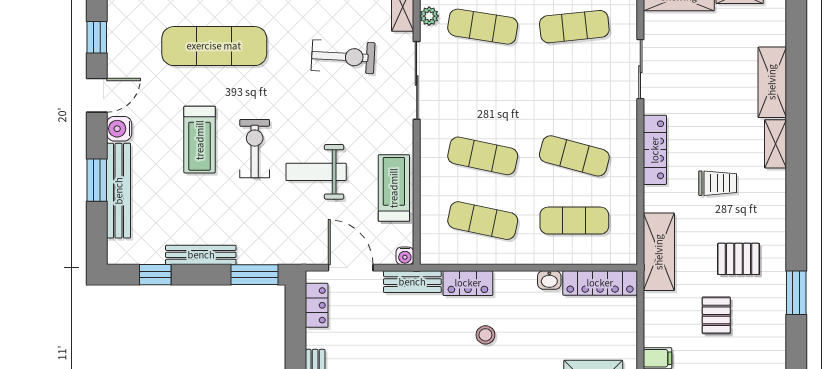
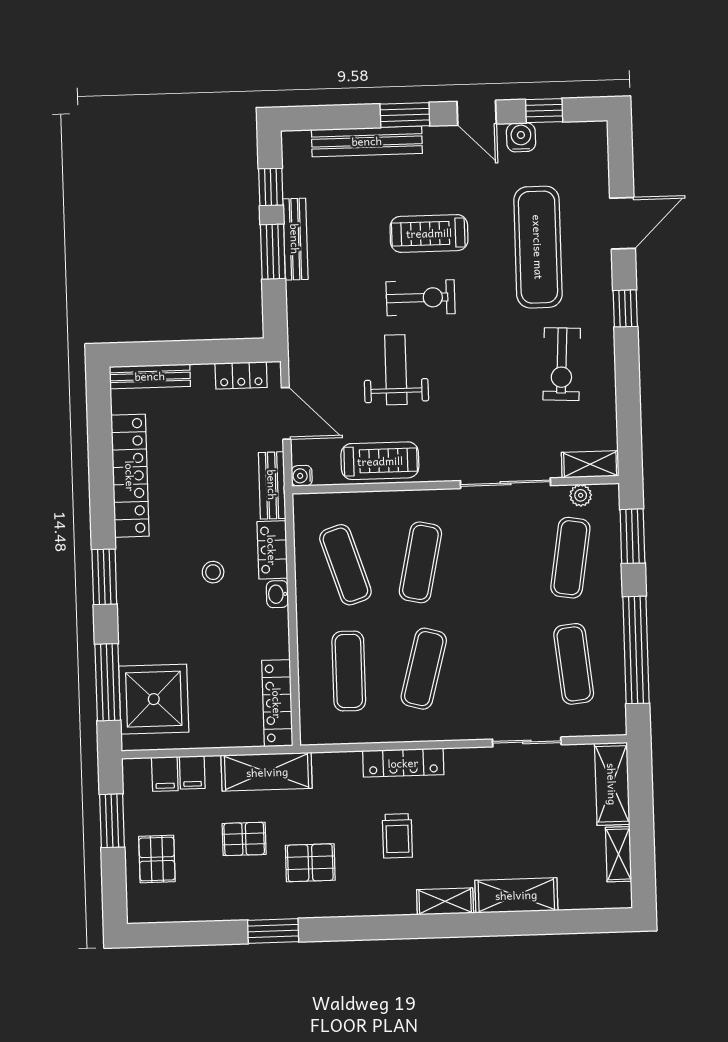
exercise bike: (343, 57) -> (562, 364), moved
water cooler: (119, 129) -> (521, 137), moved
locker: (655, 150) -> (403, 763), moved
window: (97, 180) -> (405, 115), moved
exercise mat: (483, 221) -> (345, 565), turned -30
shelving: (659, 252) -> (267, 772), moved
pallet: (739, 259) -> (310, 863), turned 90
door: (351, 268) -> (286, 413), hinge flipped
window: (255, 275) -> (273, 252), moved
washbasin: (549, 280) -> (277, 594), moved

